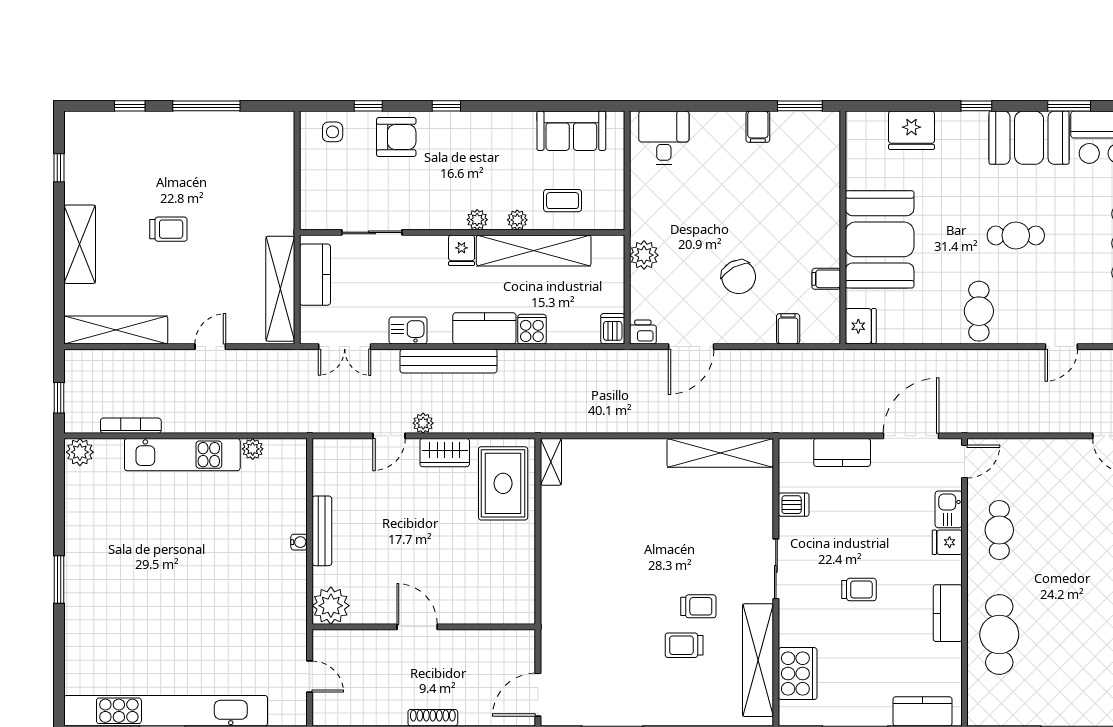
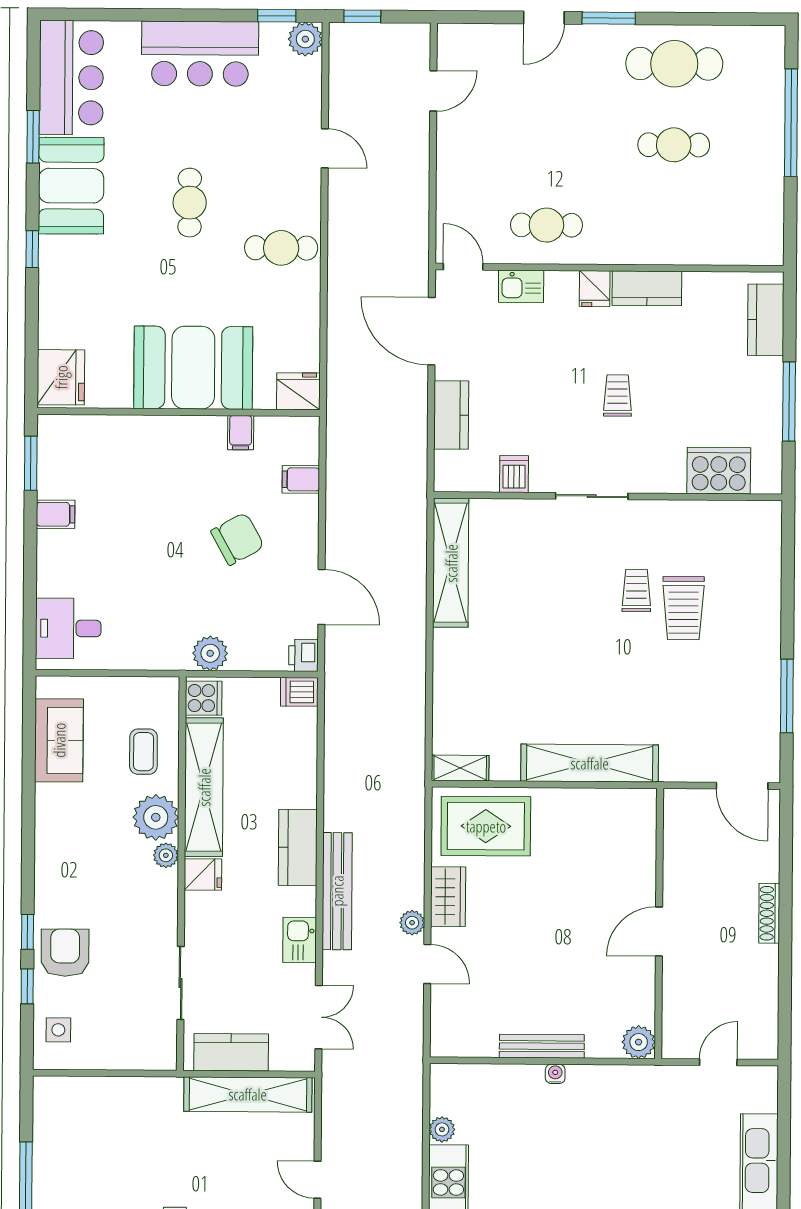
window: (446, 106) -> (28, 932), moved
fridge: (911, 130) -> (61, 377), moved
plant: (517, 220) -> (156, 817), width x1.87, depth x1.87
cooker: (532, 329) -> (204, 698), moved, turned 180
fridge: (947, 542) -> (595, 289), moved
plant: (331, 606) -> (639, 1042), width x0.73, depth x0.73
cafe table: (999, 634) -> (674, 145), moved, width x0.73, depth x0.74
trolley: (684, 645) -> (683, 608), width x1.36, depth x1.39
shelving: (758, 660) -> (590, 763), moved

